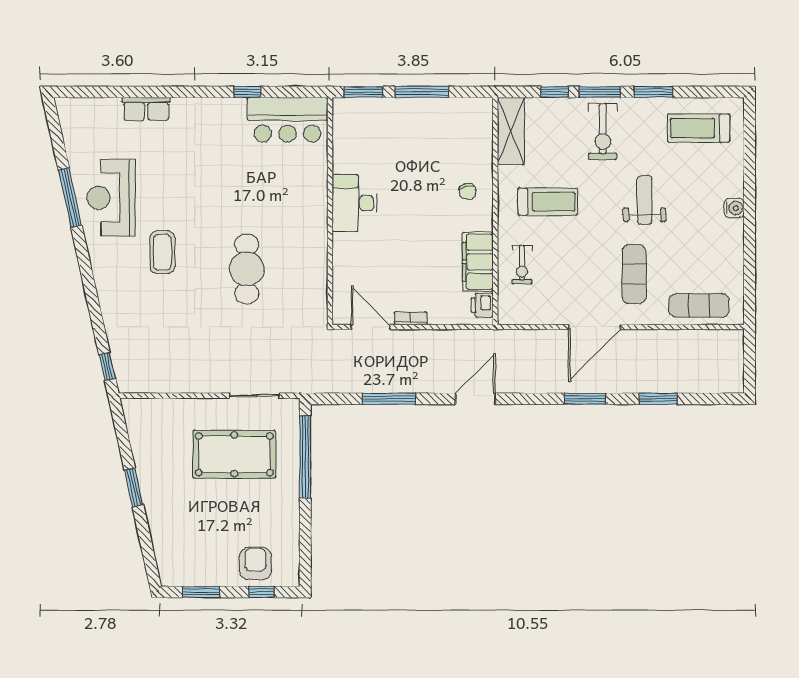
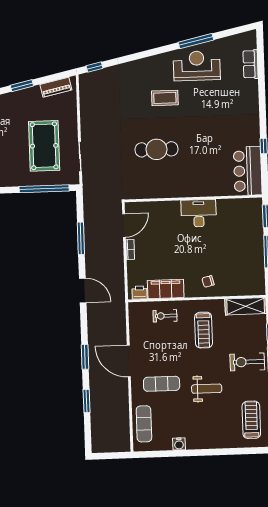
row of seats: (146, 109) -> (251, 64), moved
water cooler: (734, 208) -> (179, 444), moved
piano: (138, 431) -> (56, 87), added

